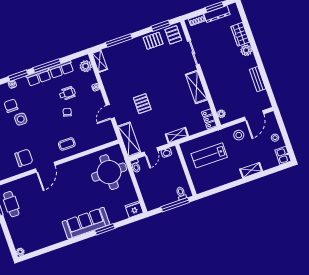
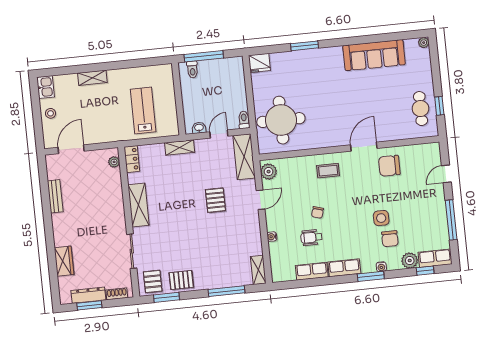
plant: (246, 50) -> (61, 238), removed
window: (47, 66) -> (330, 281), removed
plant: (86, 66) -> (269, 172), moved
stool: (239, 135) -> (98, 128), removed
lab bench: (209, 155) -> (143, 111), turned -90
sofa: (86, 223) -> (374, 55), moved

